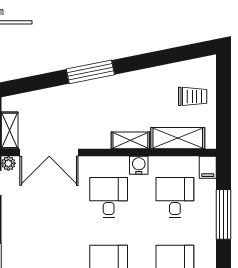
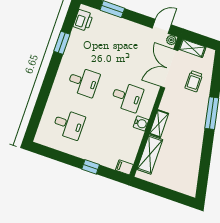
trolley: (193, 96) -> (194, 81), moved
desk: (175, 198) -> (112, 139), removed
window: (223, 214) -> (91, 167), width x0.46

